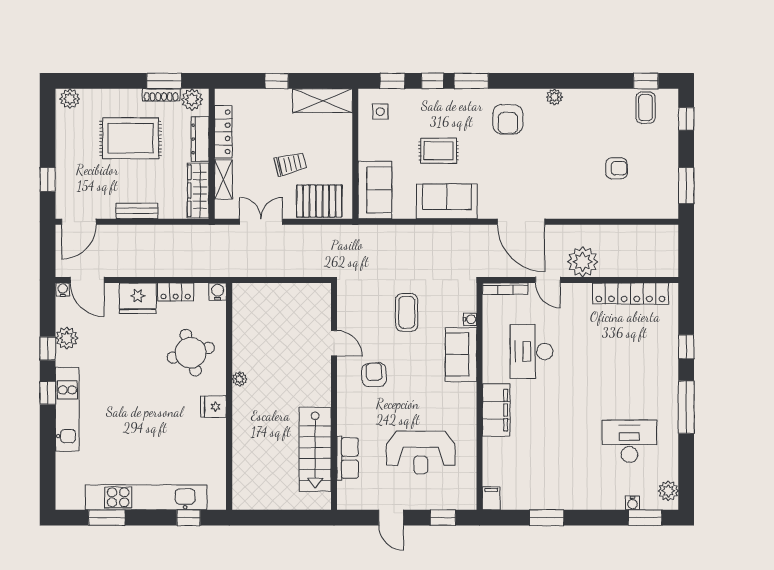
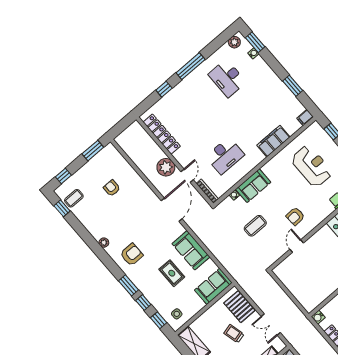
filing cabinet: (496, 410) -> (273, 141), moved

